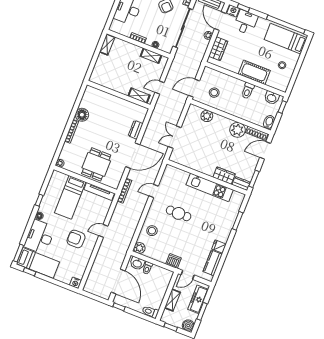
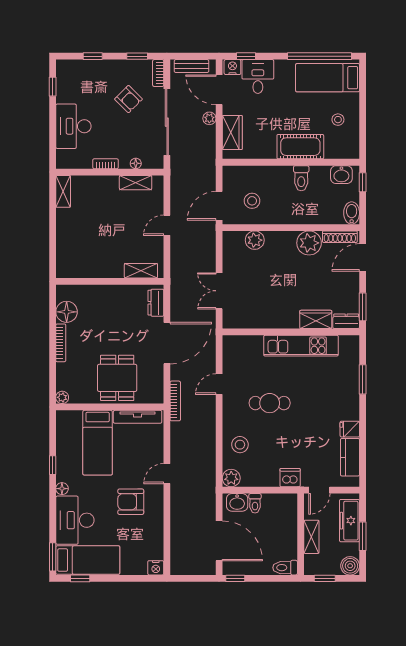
wall: (119, 95) -> (110, 281), moved
shelving: (139, 96) -> (141, 271), moved

